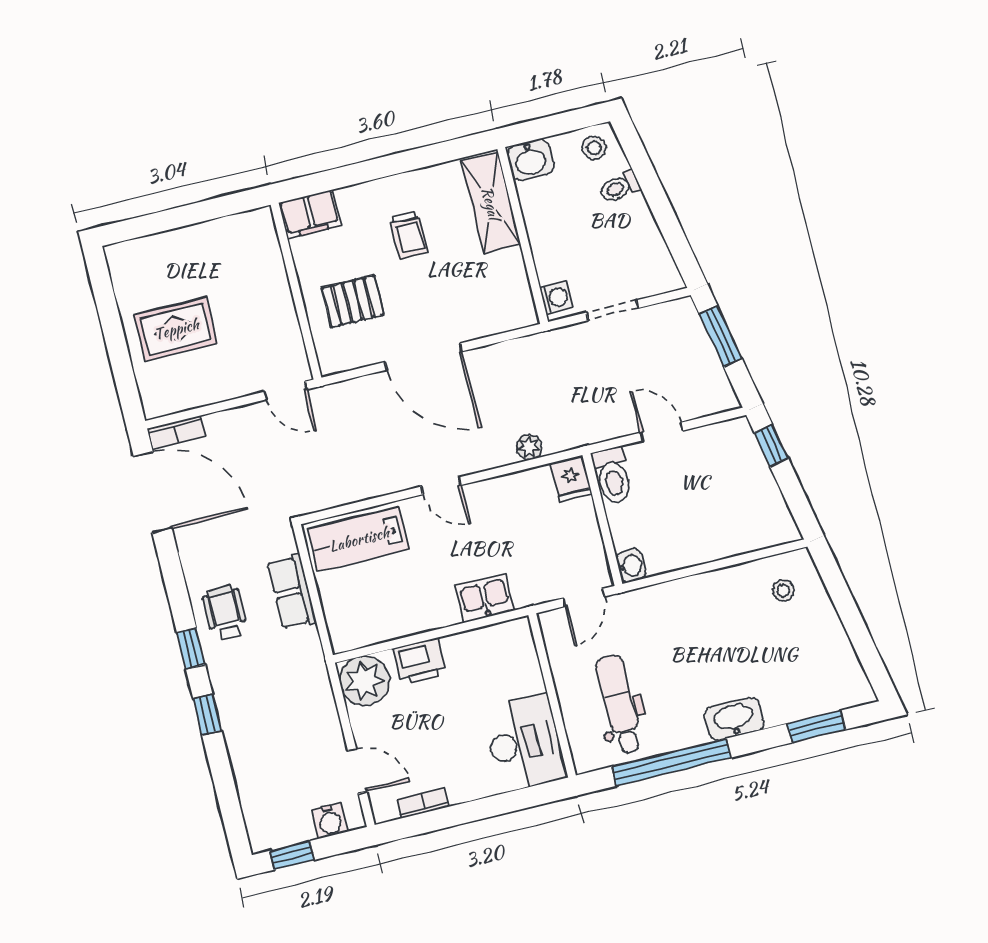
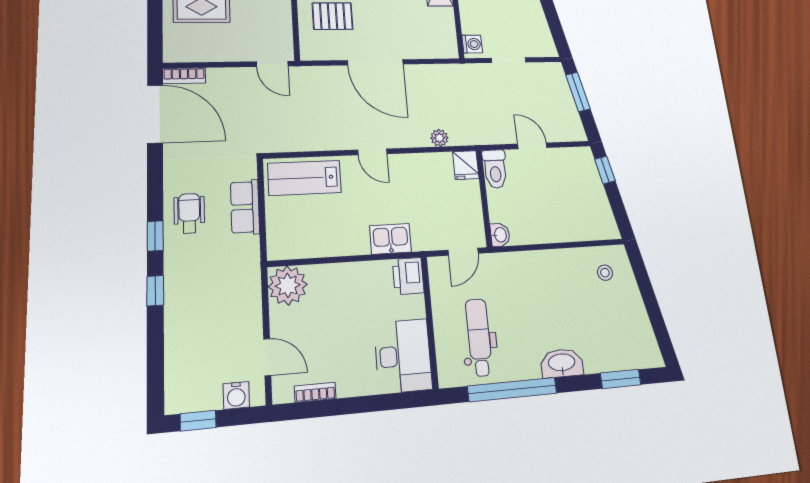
printer: (420, 662) -> (408, 276), moved, turned 90

